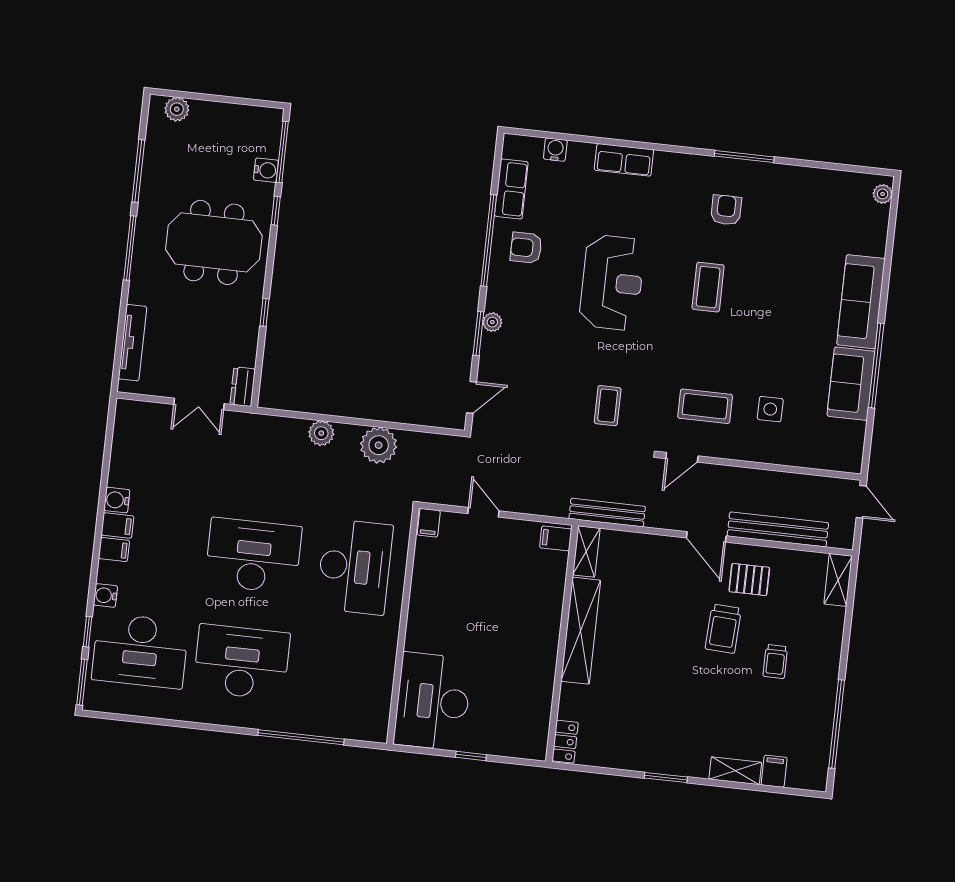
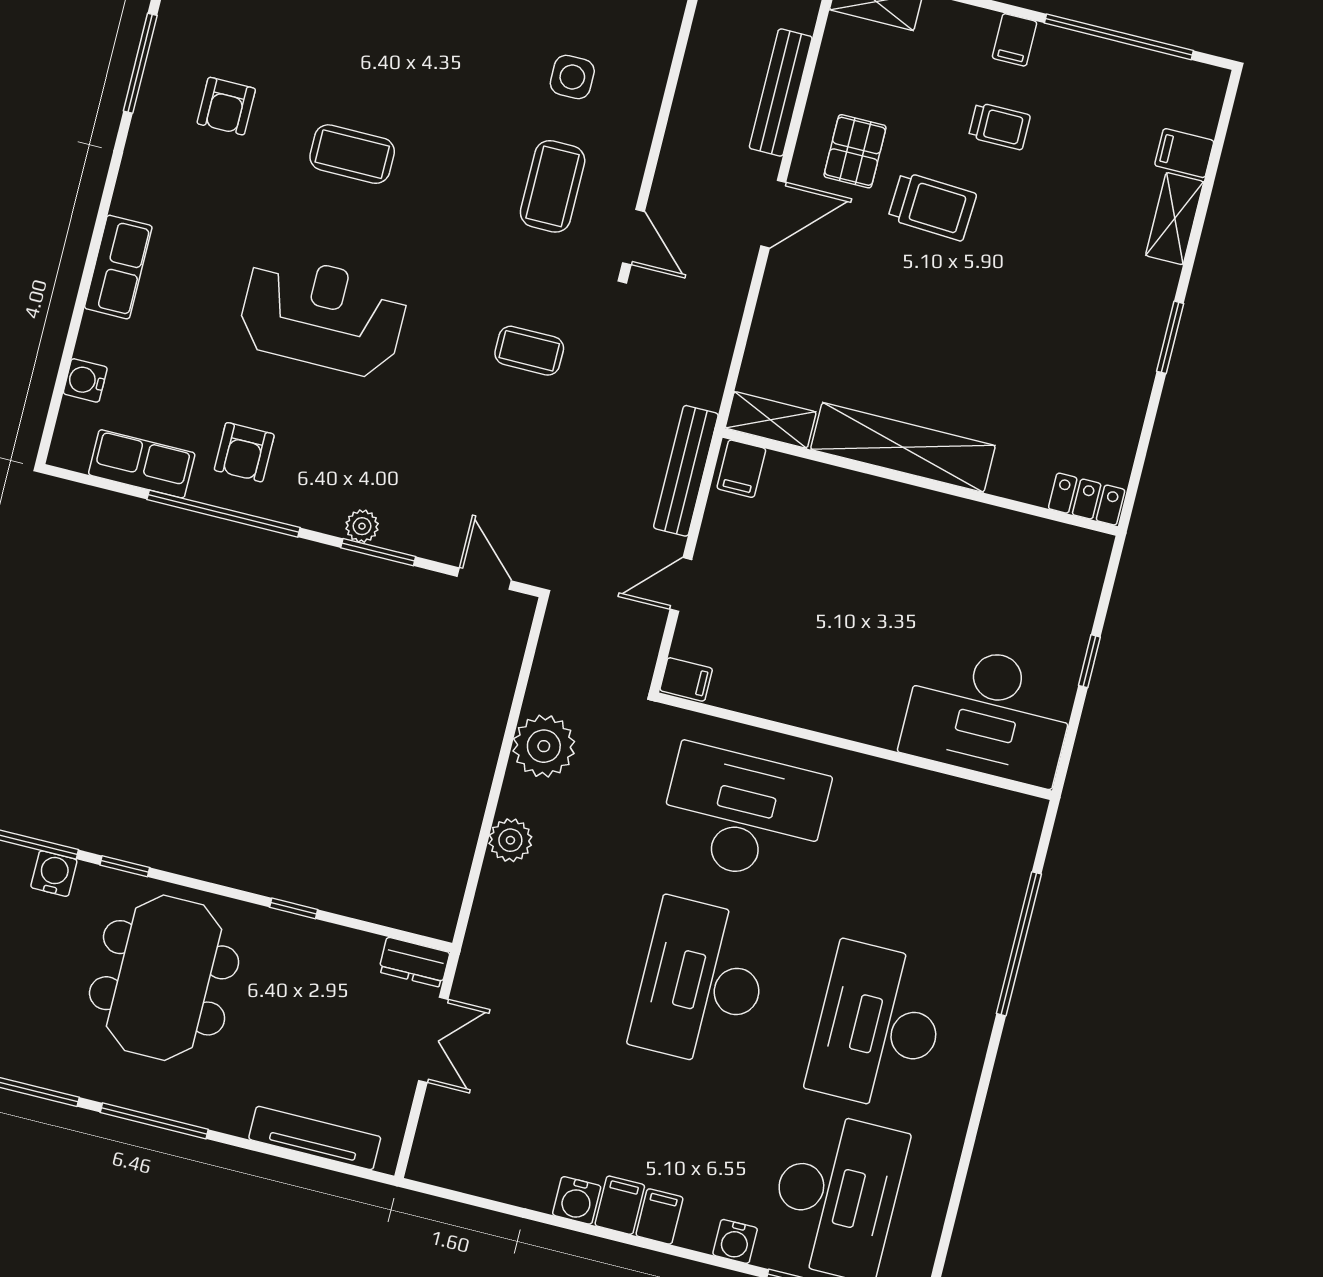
armchair: (726, 210) -> (226, 106), turned -90
bench: (607, 513) -> (686, 471), moved
bench: (778, 529) -> (781, 93), width x0.73, depth x0.82
filing cabinet: (827, 664) -> (1015, 40), added

